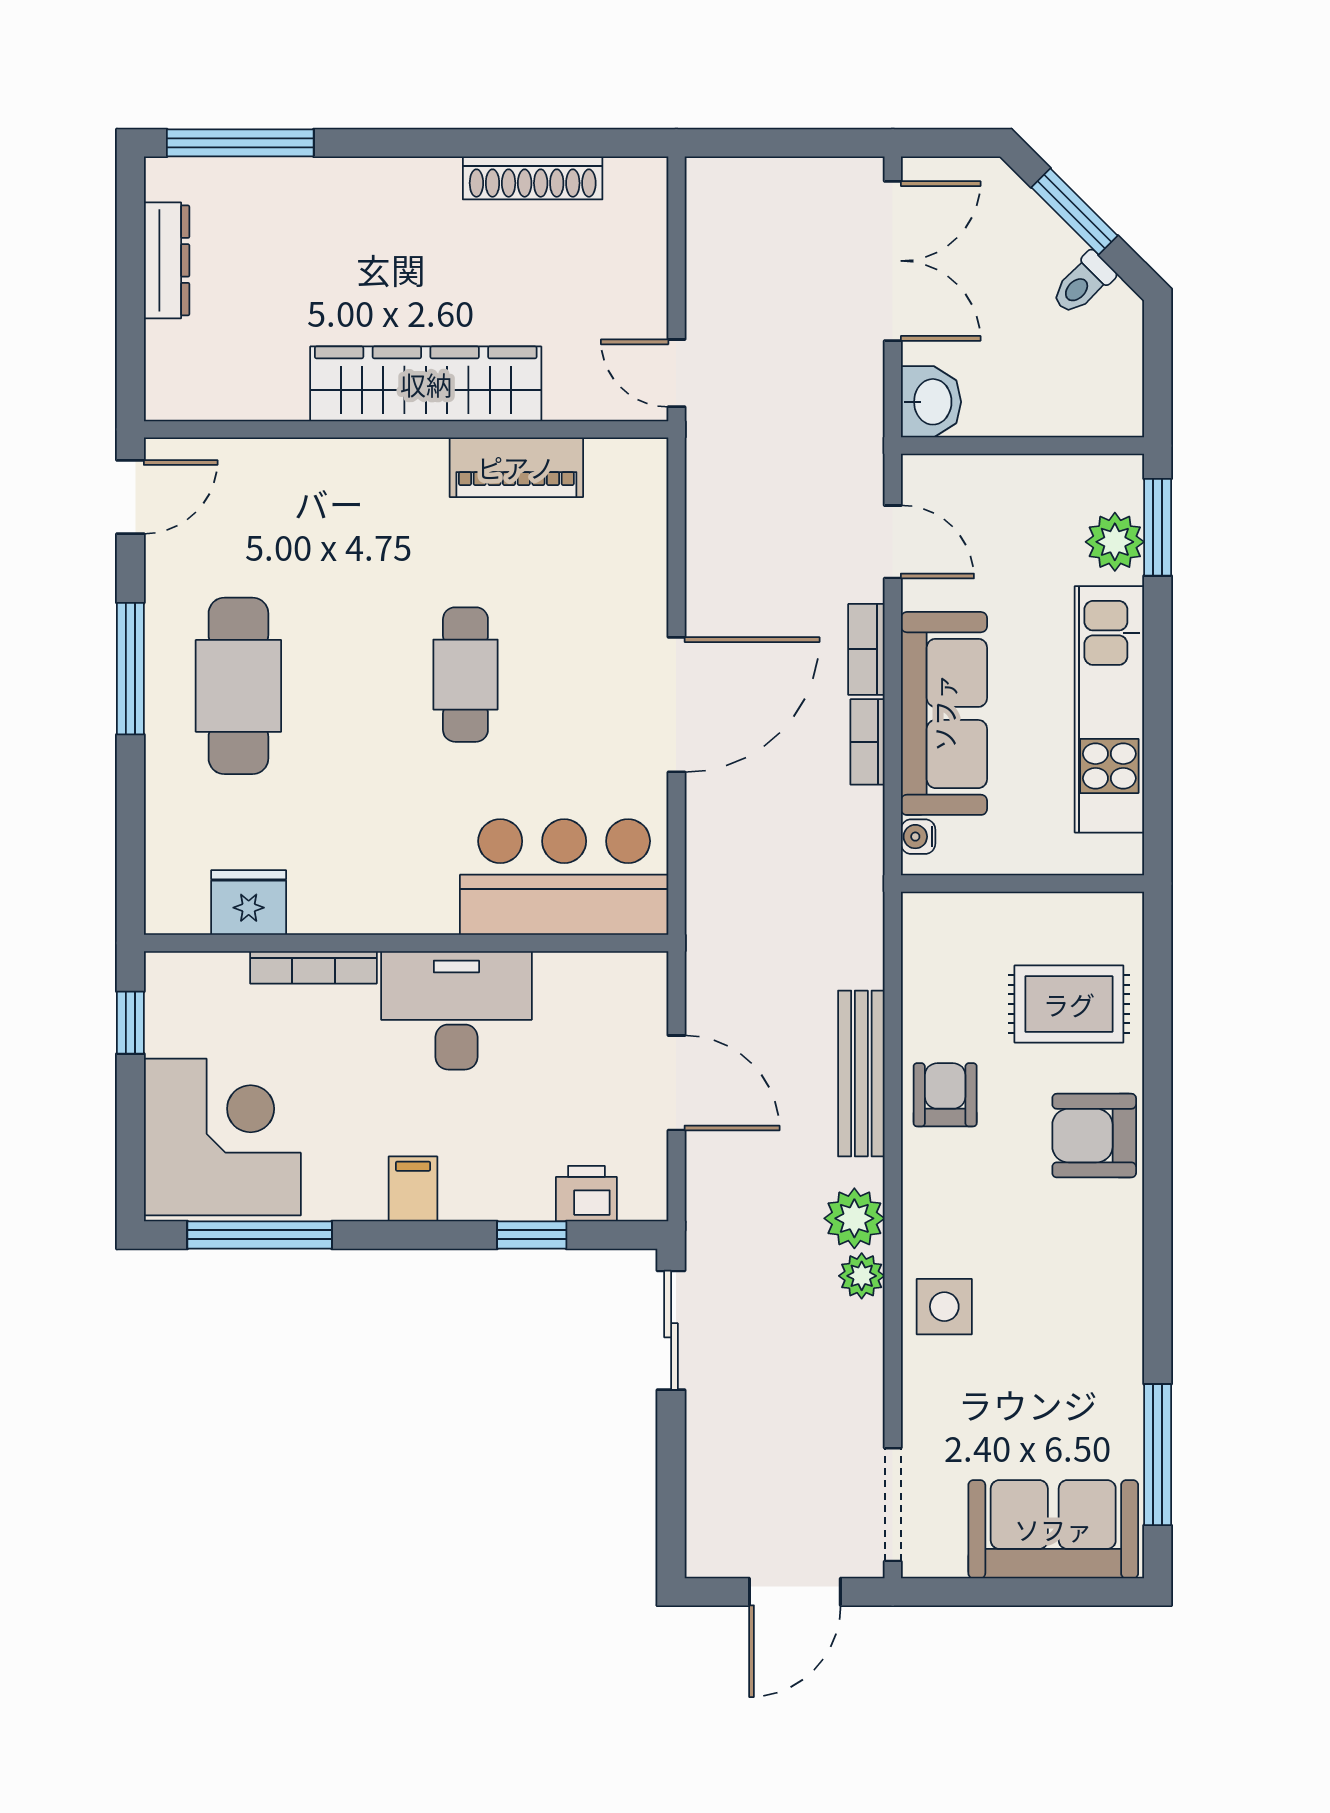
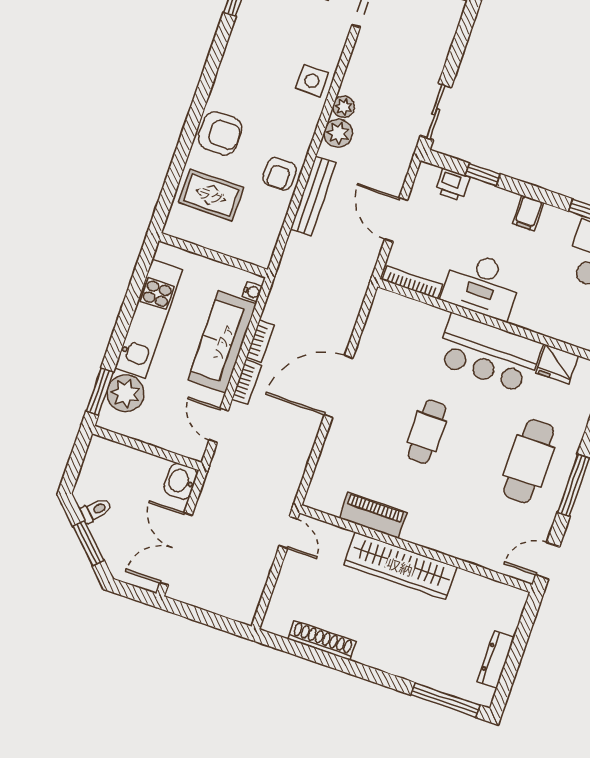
plant: (1115, 542) -> (126, 393), width x1.36, depth x1.36
bar counter: (564, 877) -> (489, 353), moved
bookcase: (313, 967) -> (412, 282), moved

